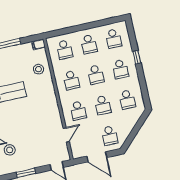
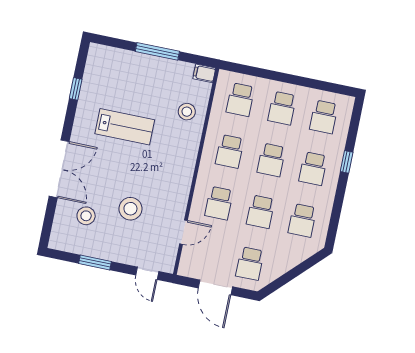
stool: (32, 135) -> (130, 209), added

